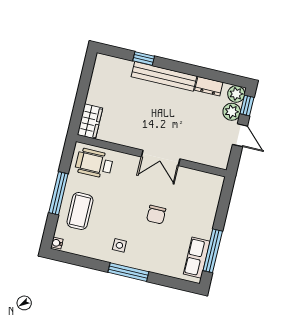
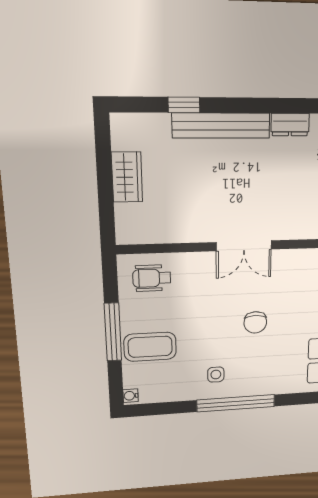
wardrobe: (90, 121) -> (127, 177), moved
wheelchair: (94, 163) -> (152, 278), width x0.73, depth x0.73
coffee table: (80, 211) -> (150, 347), turned 90
window: (128, 272) -> (236, 403), width x1.46

